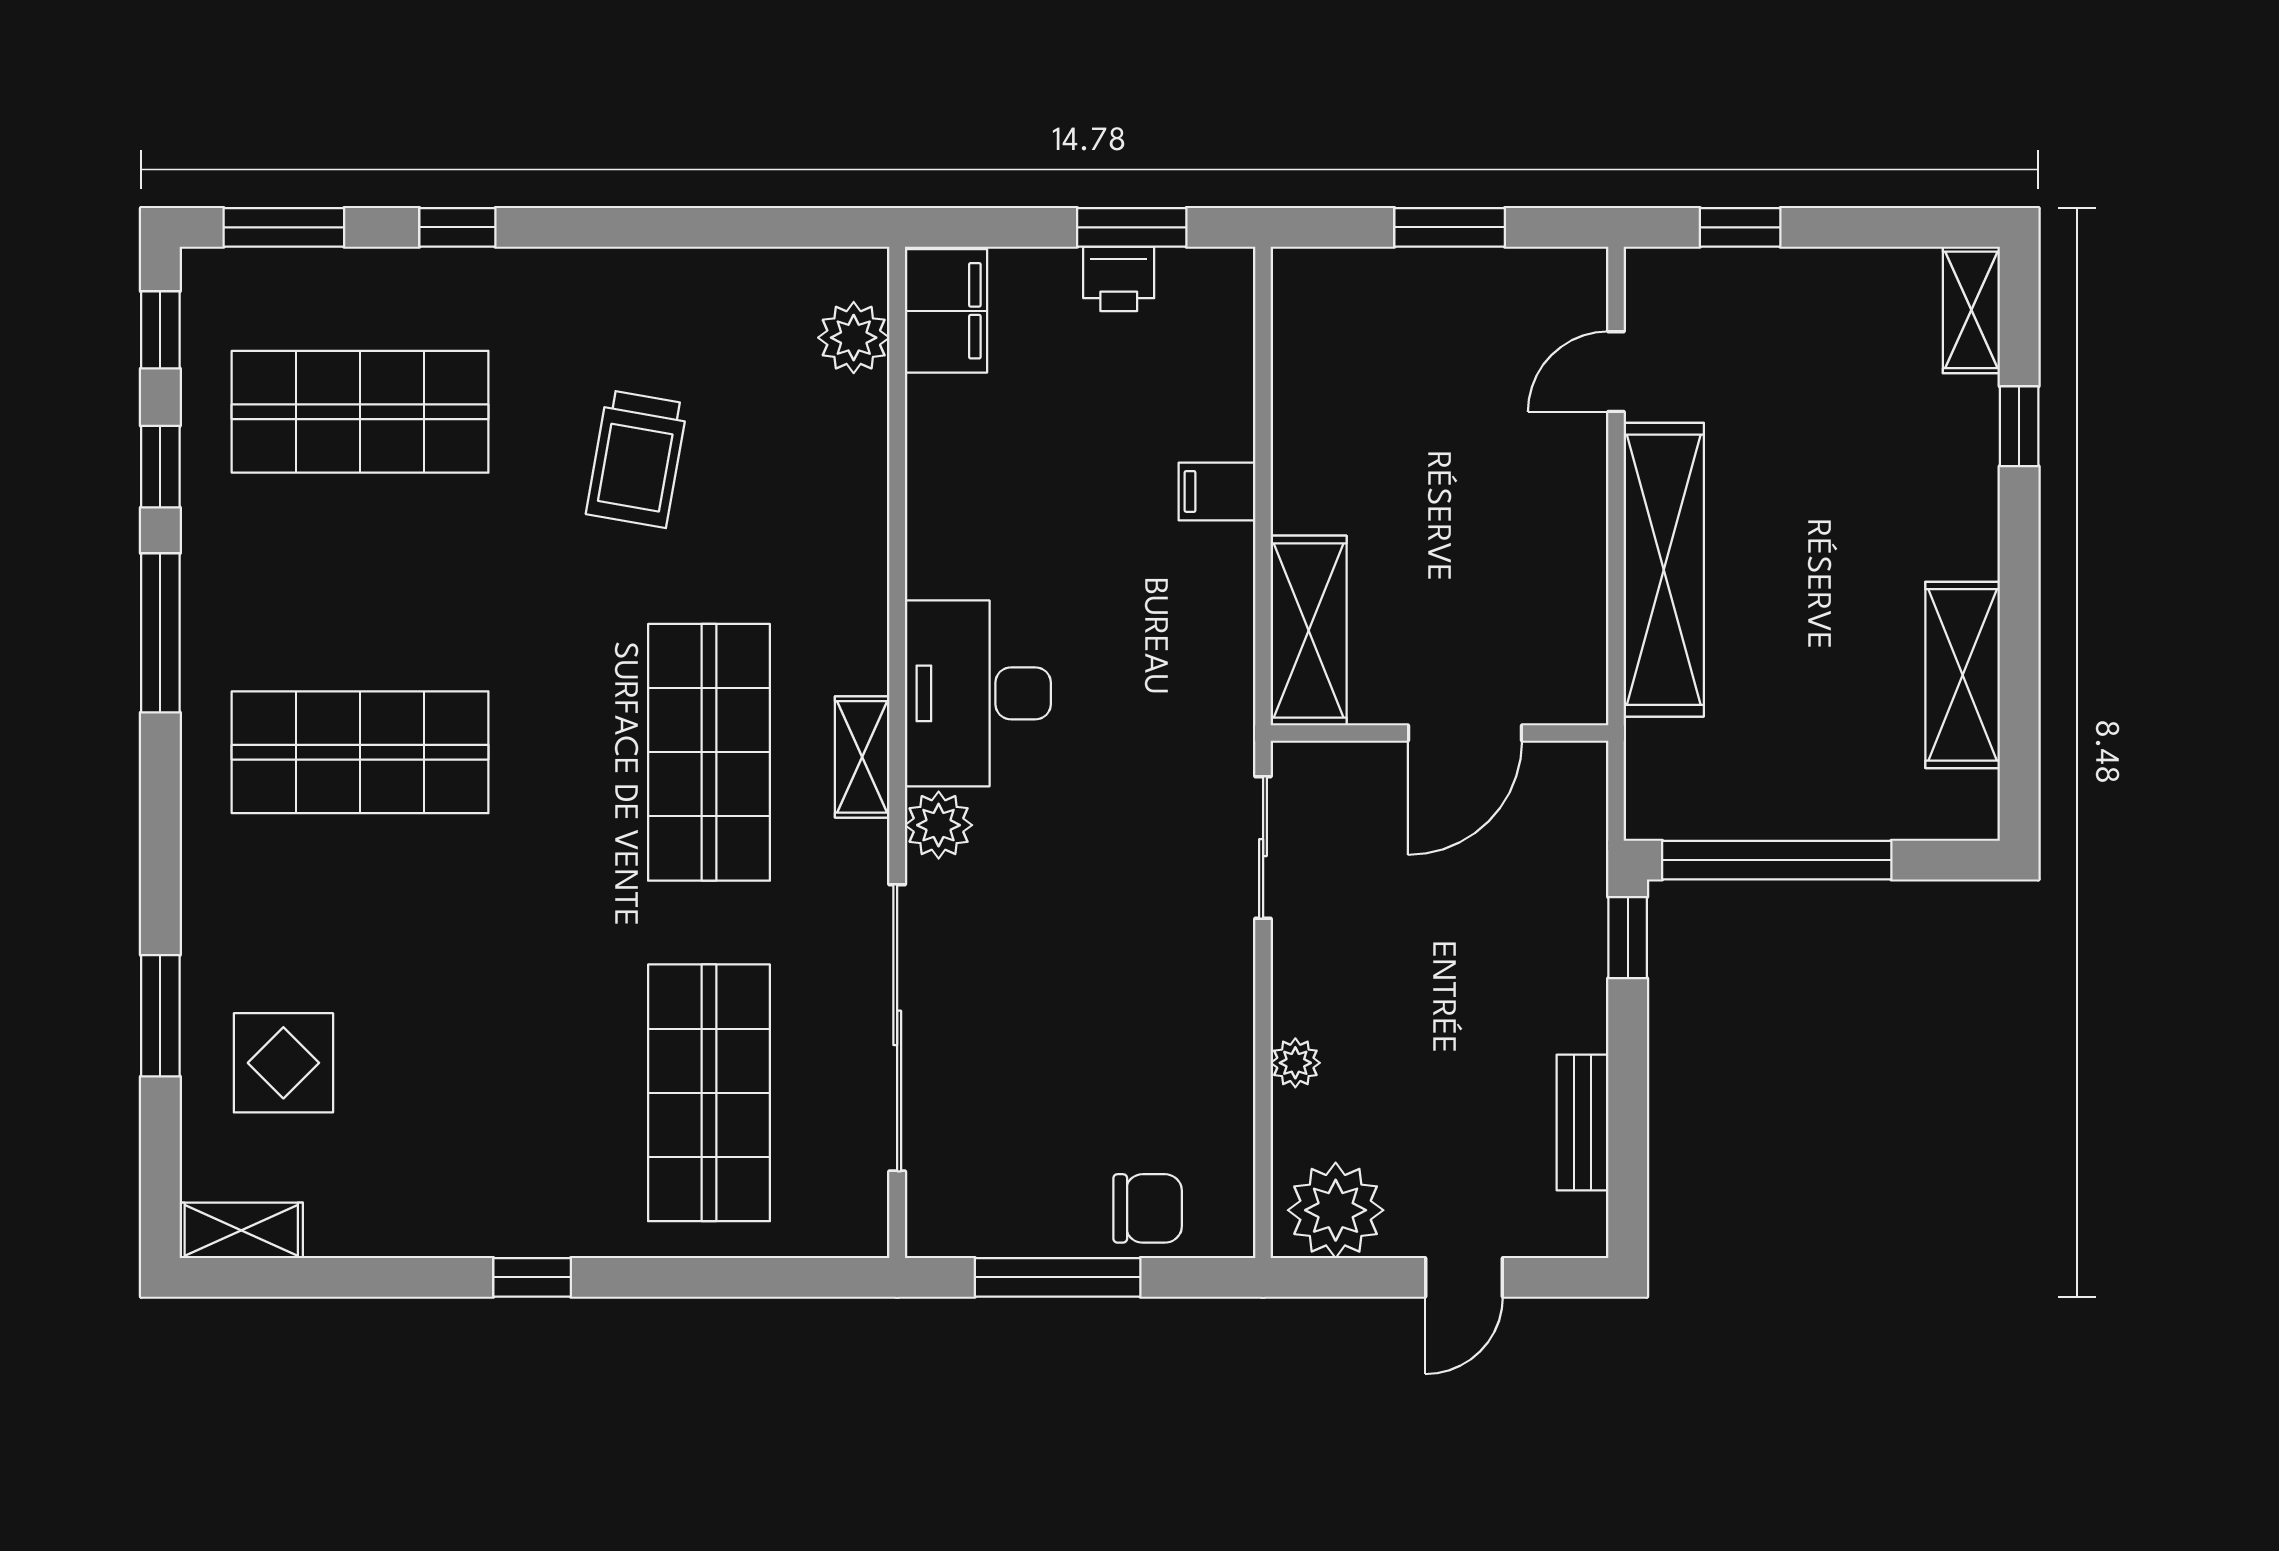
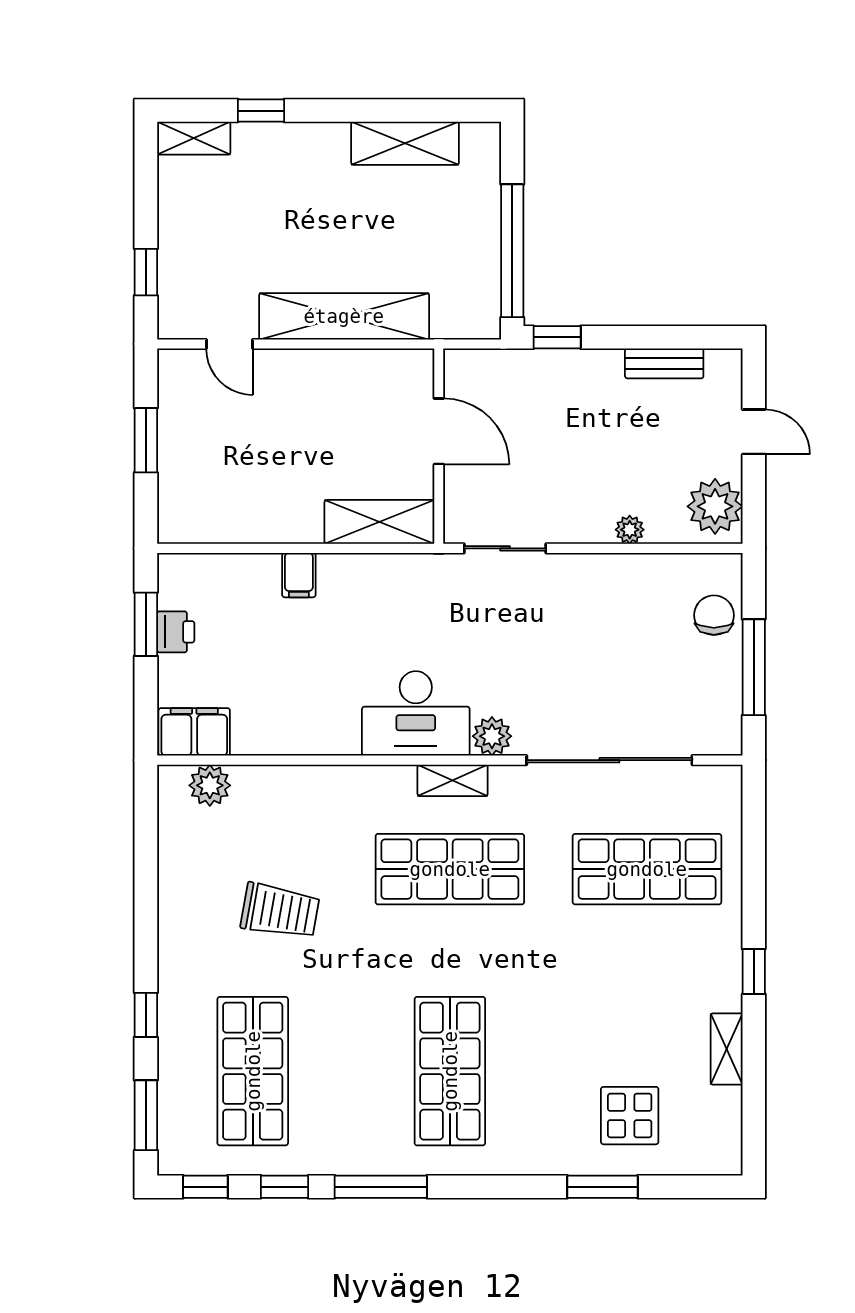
shelving: (241, 1230) -> (727, 1049), moved

